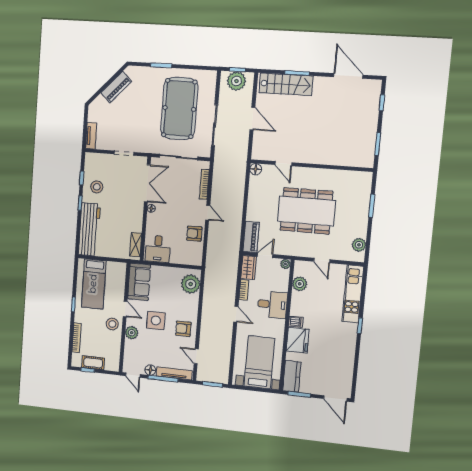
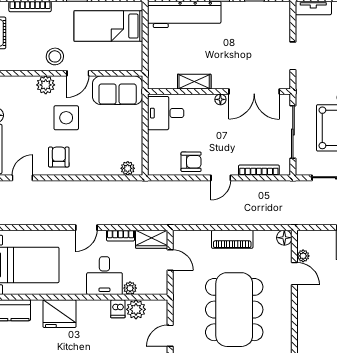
plant: (271, 156) -> (303, 256), added
door: (283, 164) -> (294, 274), swing flipped
stool: (97, 187) -> (244, 21), removed
armchair: (194, 234) -> (191, 162), turned 90
piano: (251, 237) -> (232, 239), moved
shelving: (136, 245) -> (194, 82), moved
plant: (285, 264) -> (130, 288), moved
plant: (191, 284) -> (128, 168), width x0.53, depth x0.53
dishwasher: (296, 322) -> (118, 309), moved

